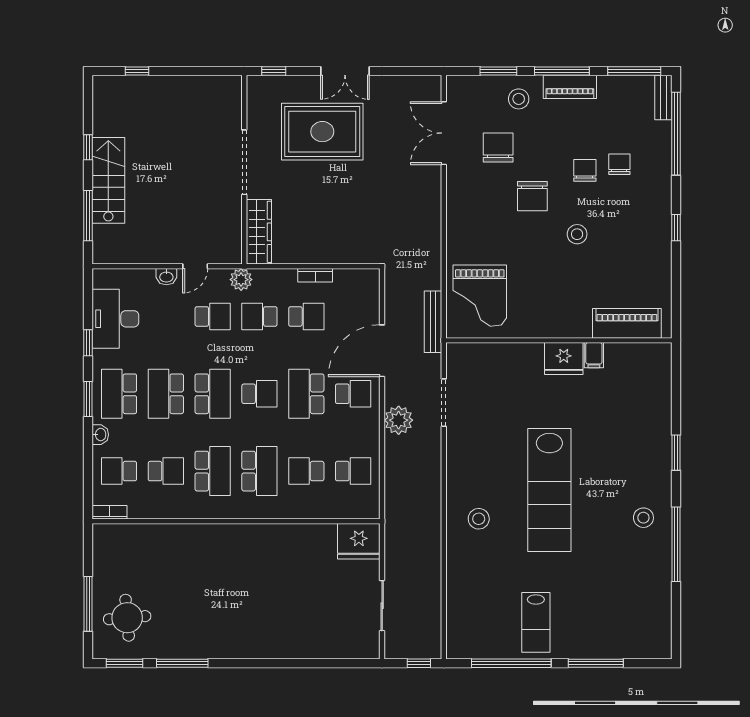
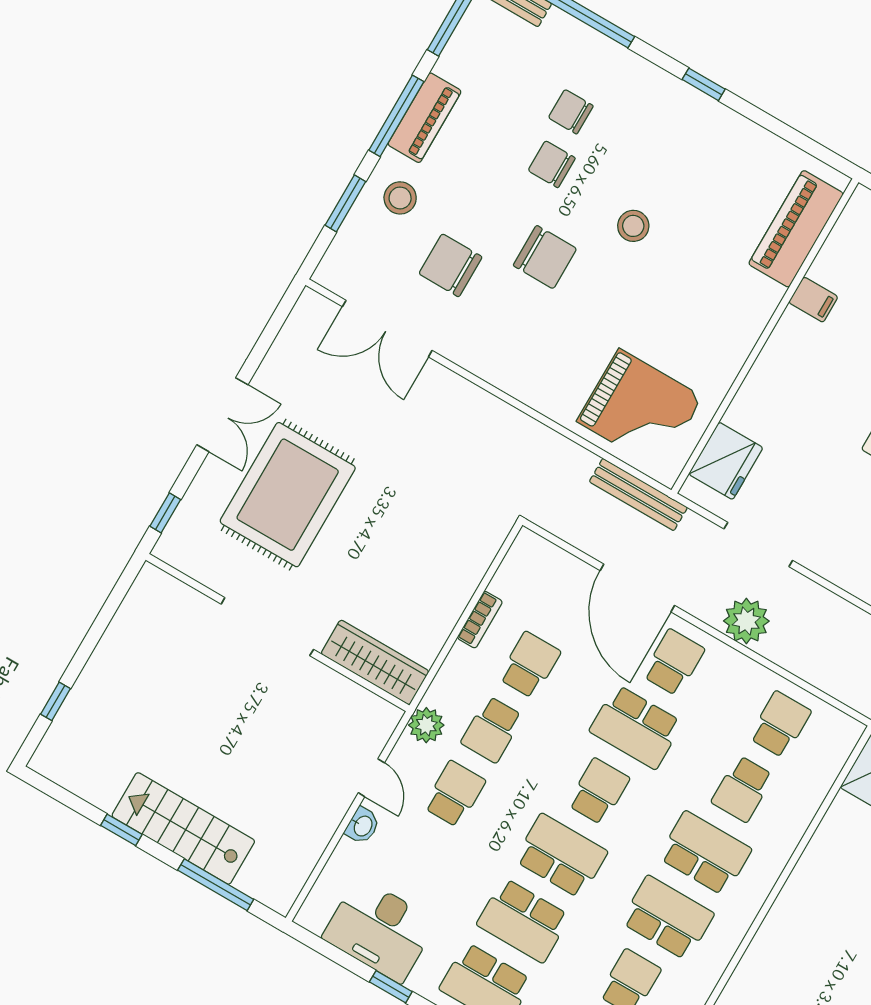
fridge: (564, 359) -> (726, 461), moved

